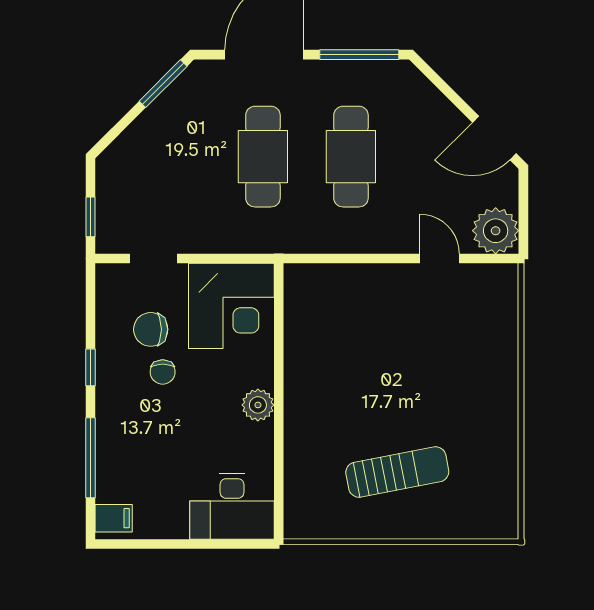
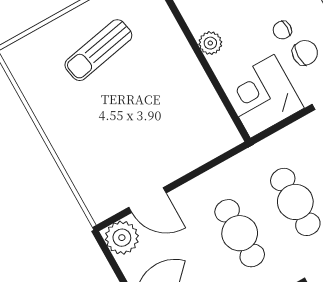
door: (440, 259) -> (147, 200), width x1.38
chair: (163, 372) -> (282, 30), turned -90

